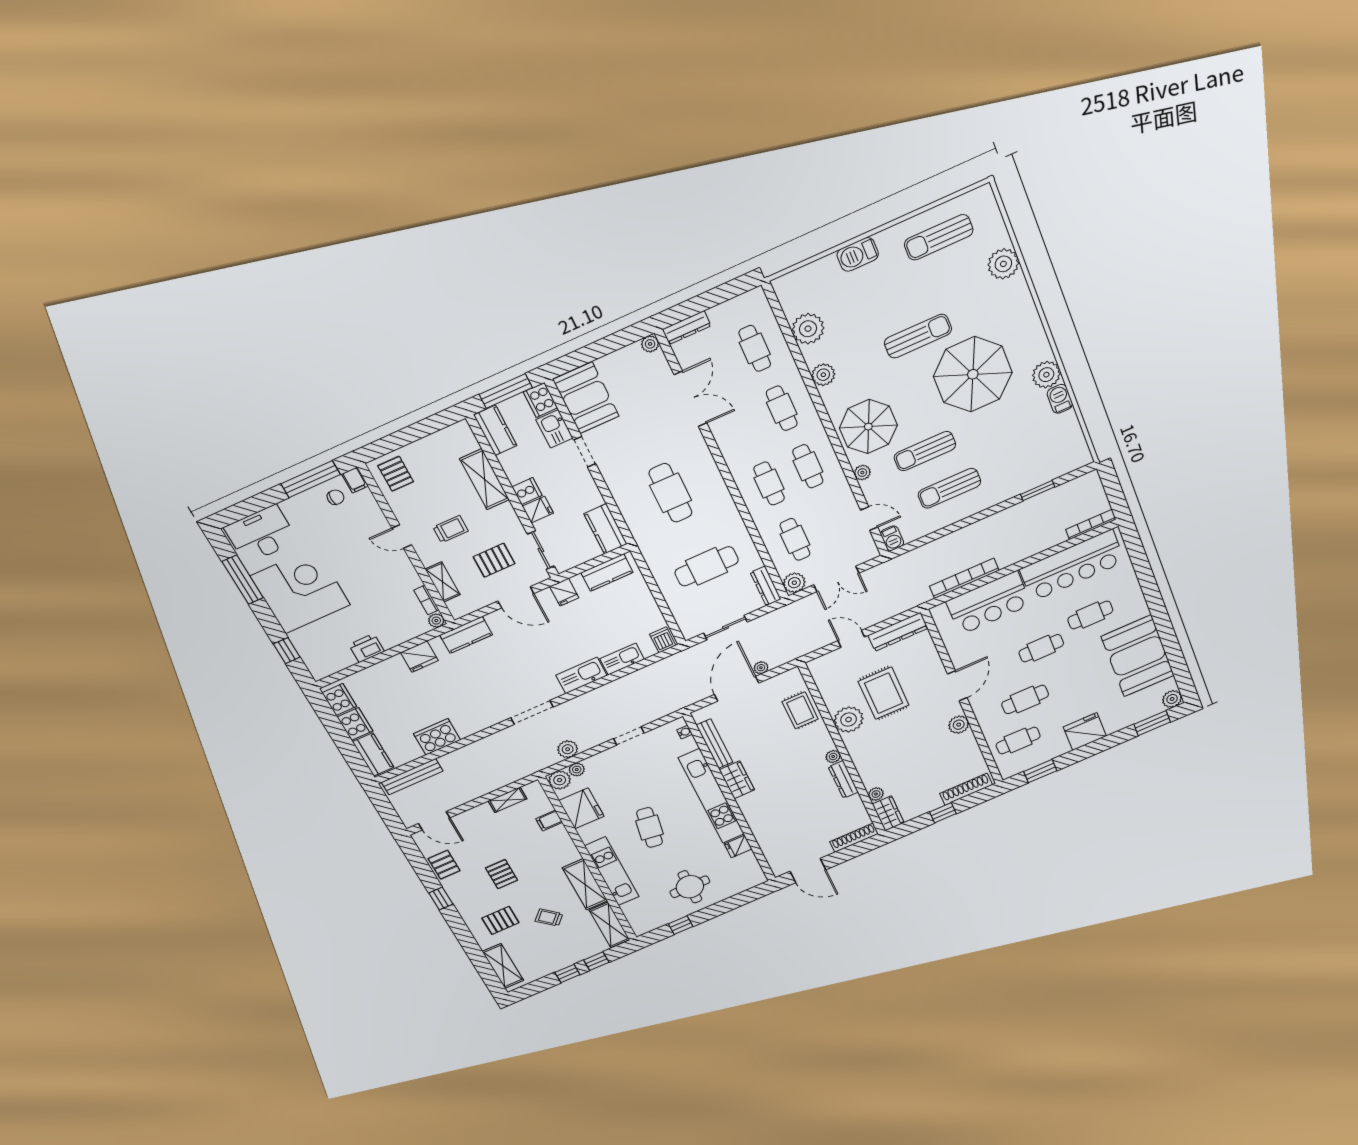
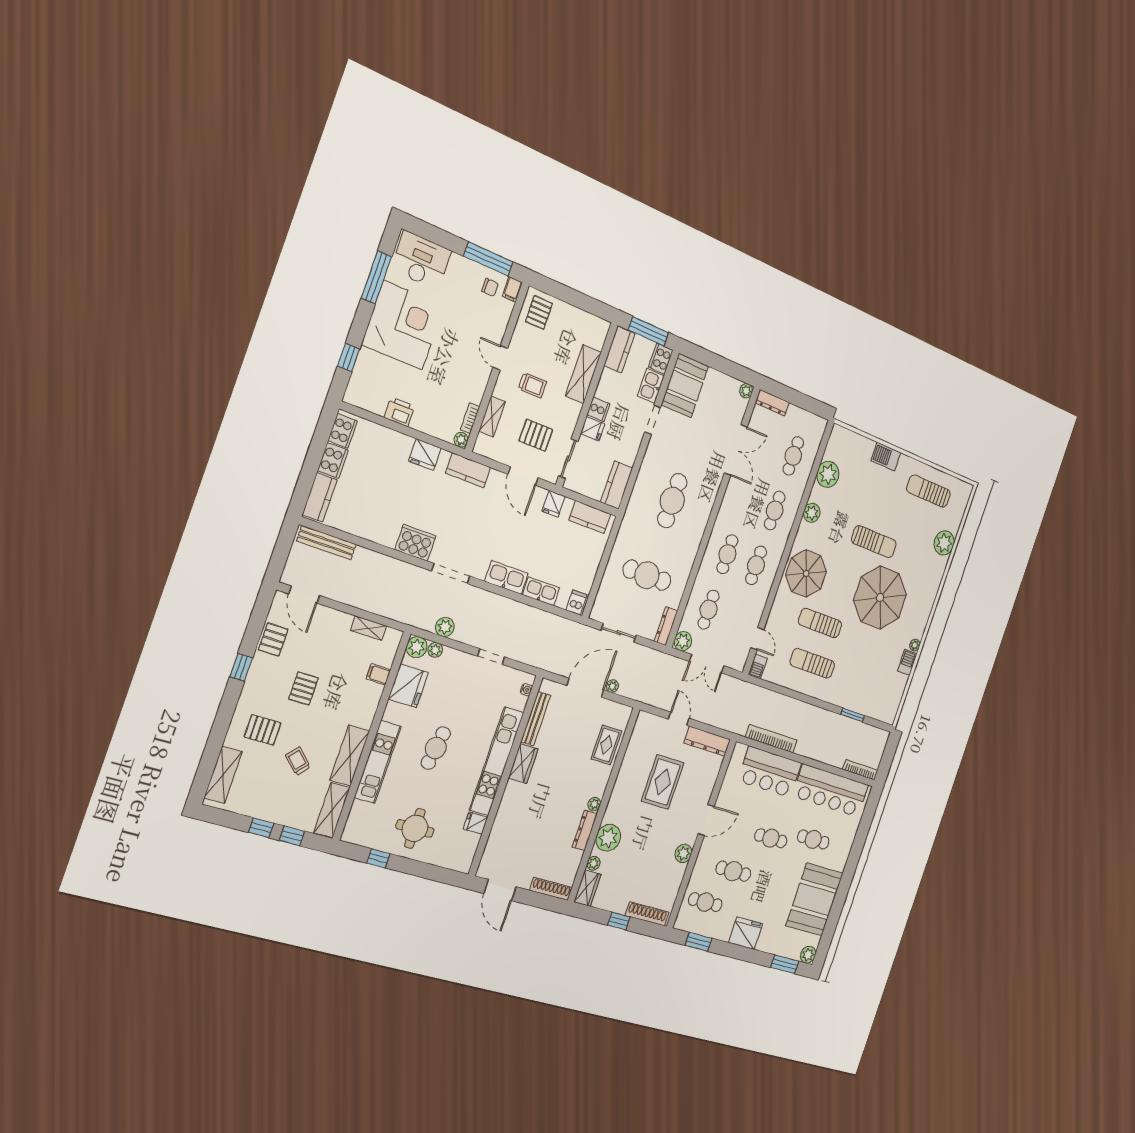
plant: (1046, 375) -> (915, 645), width x0.53, depth x0.53
plant: (862, 473) -> (779, 602), removed
plant: (849, 720) -> (608, 838), moved
cooker: (437, 737) -> (415, 543), moved

